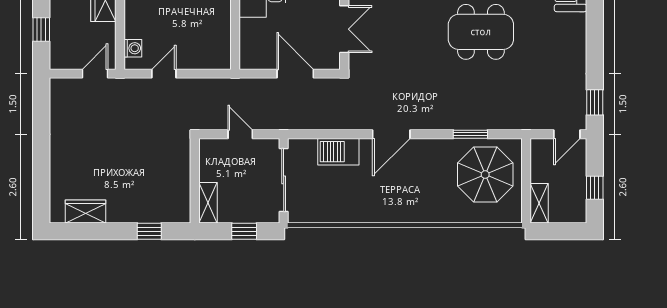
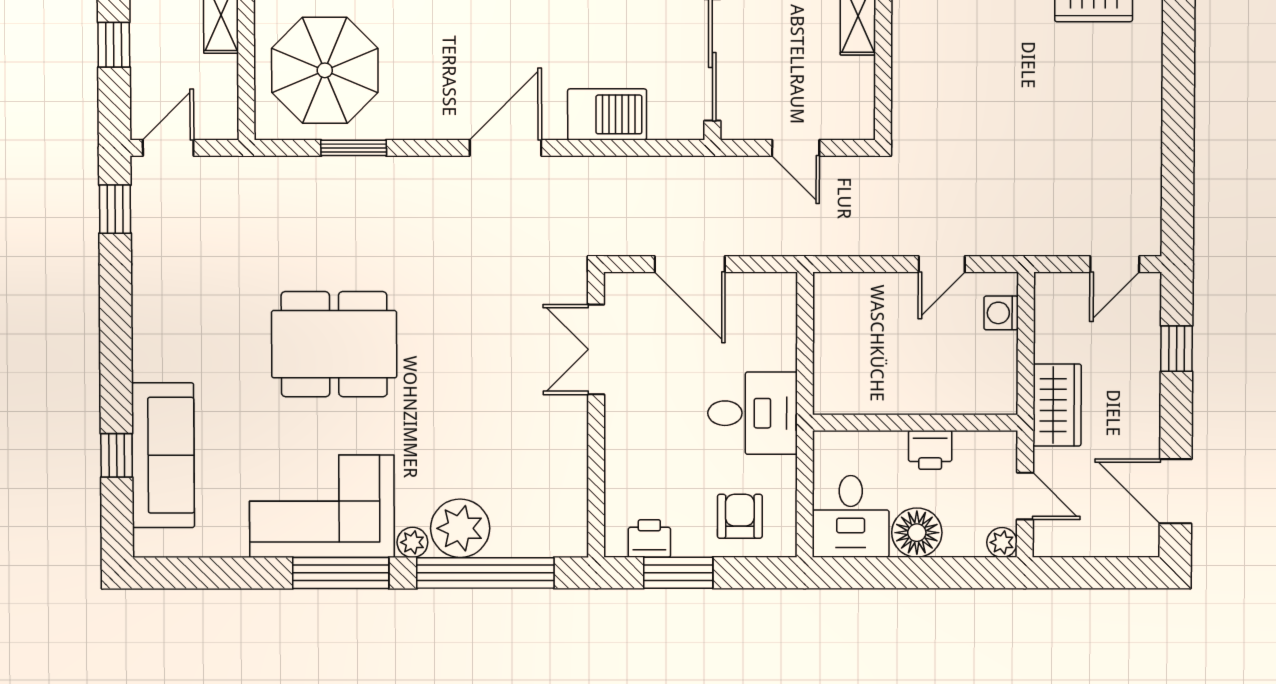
door: (95, 74) -> (1115, 264), moved

